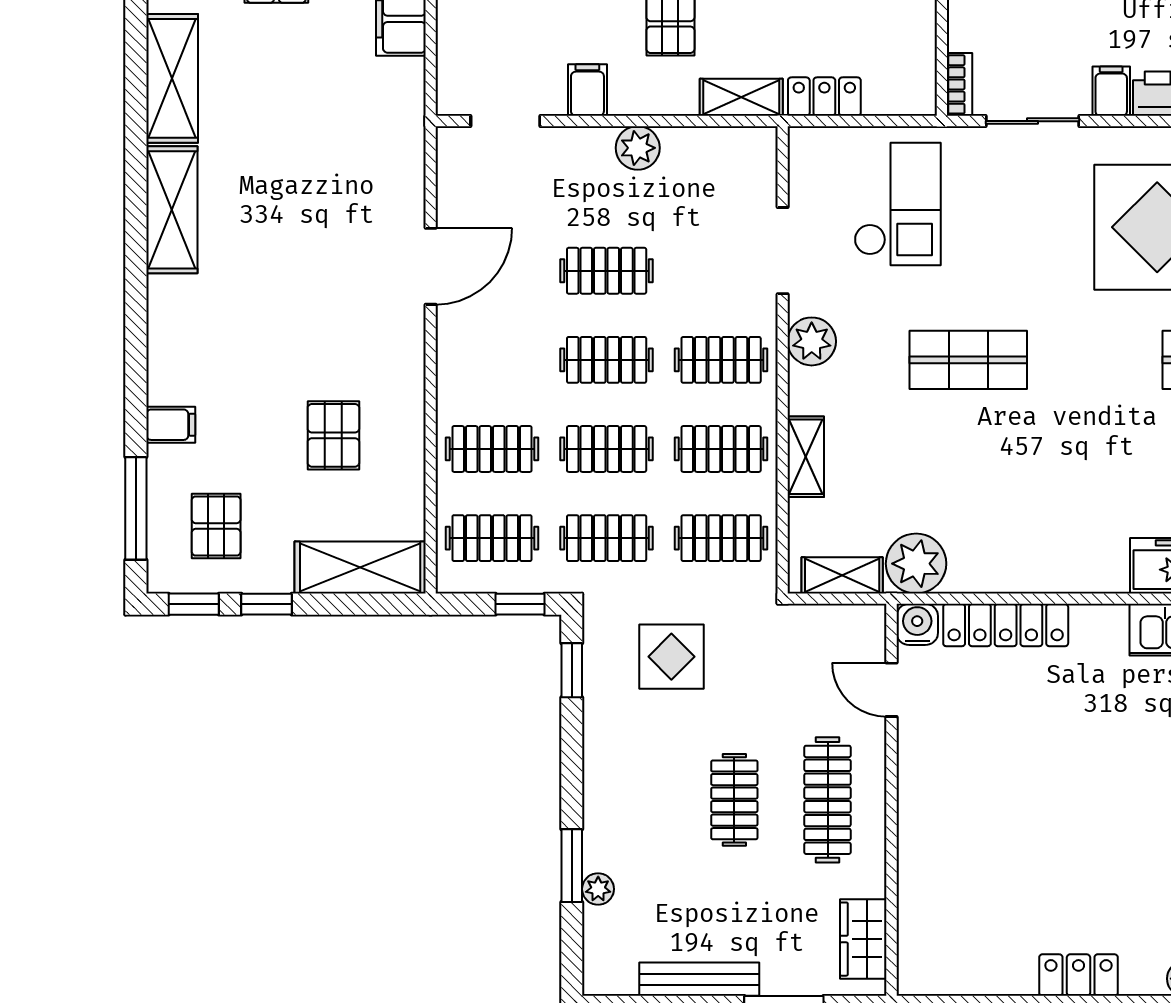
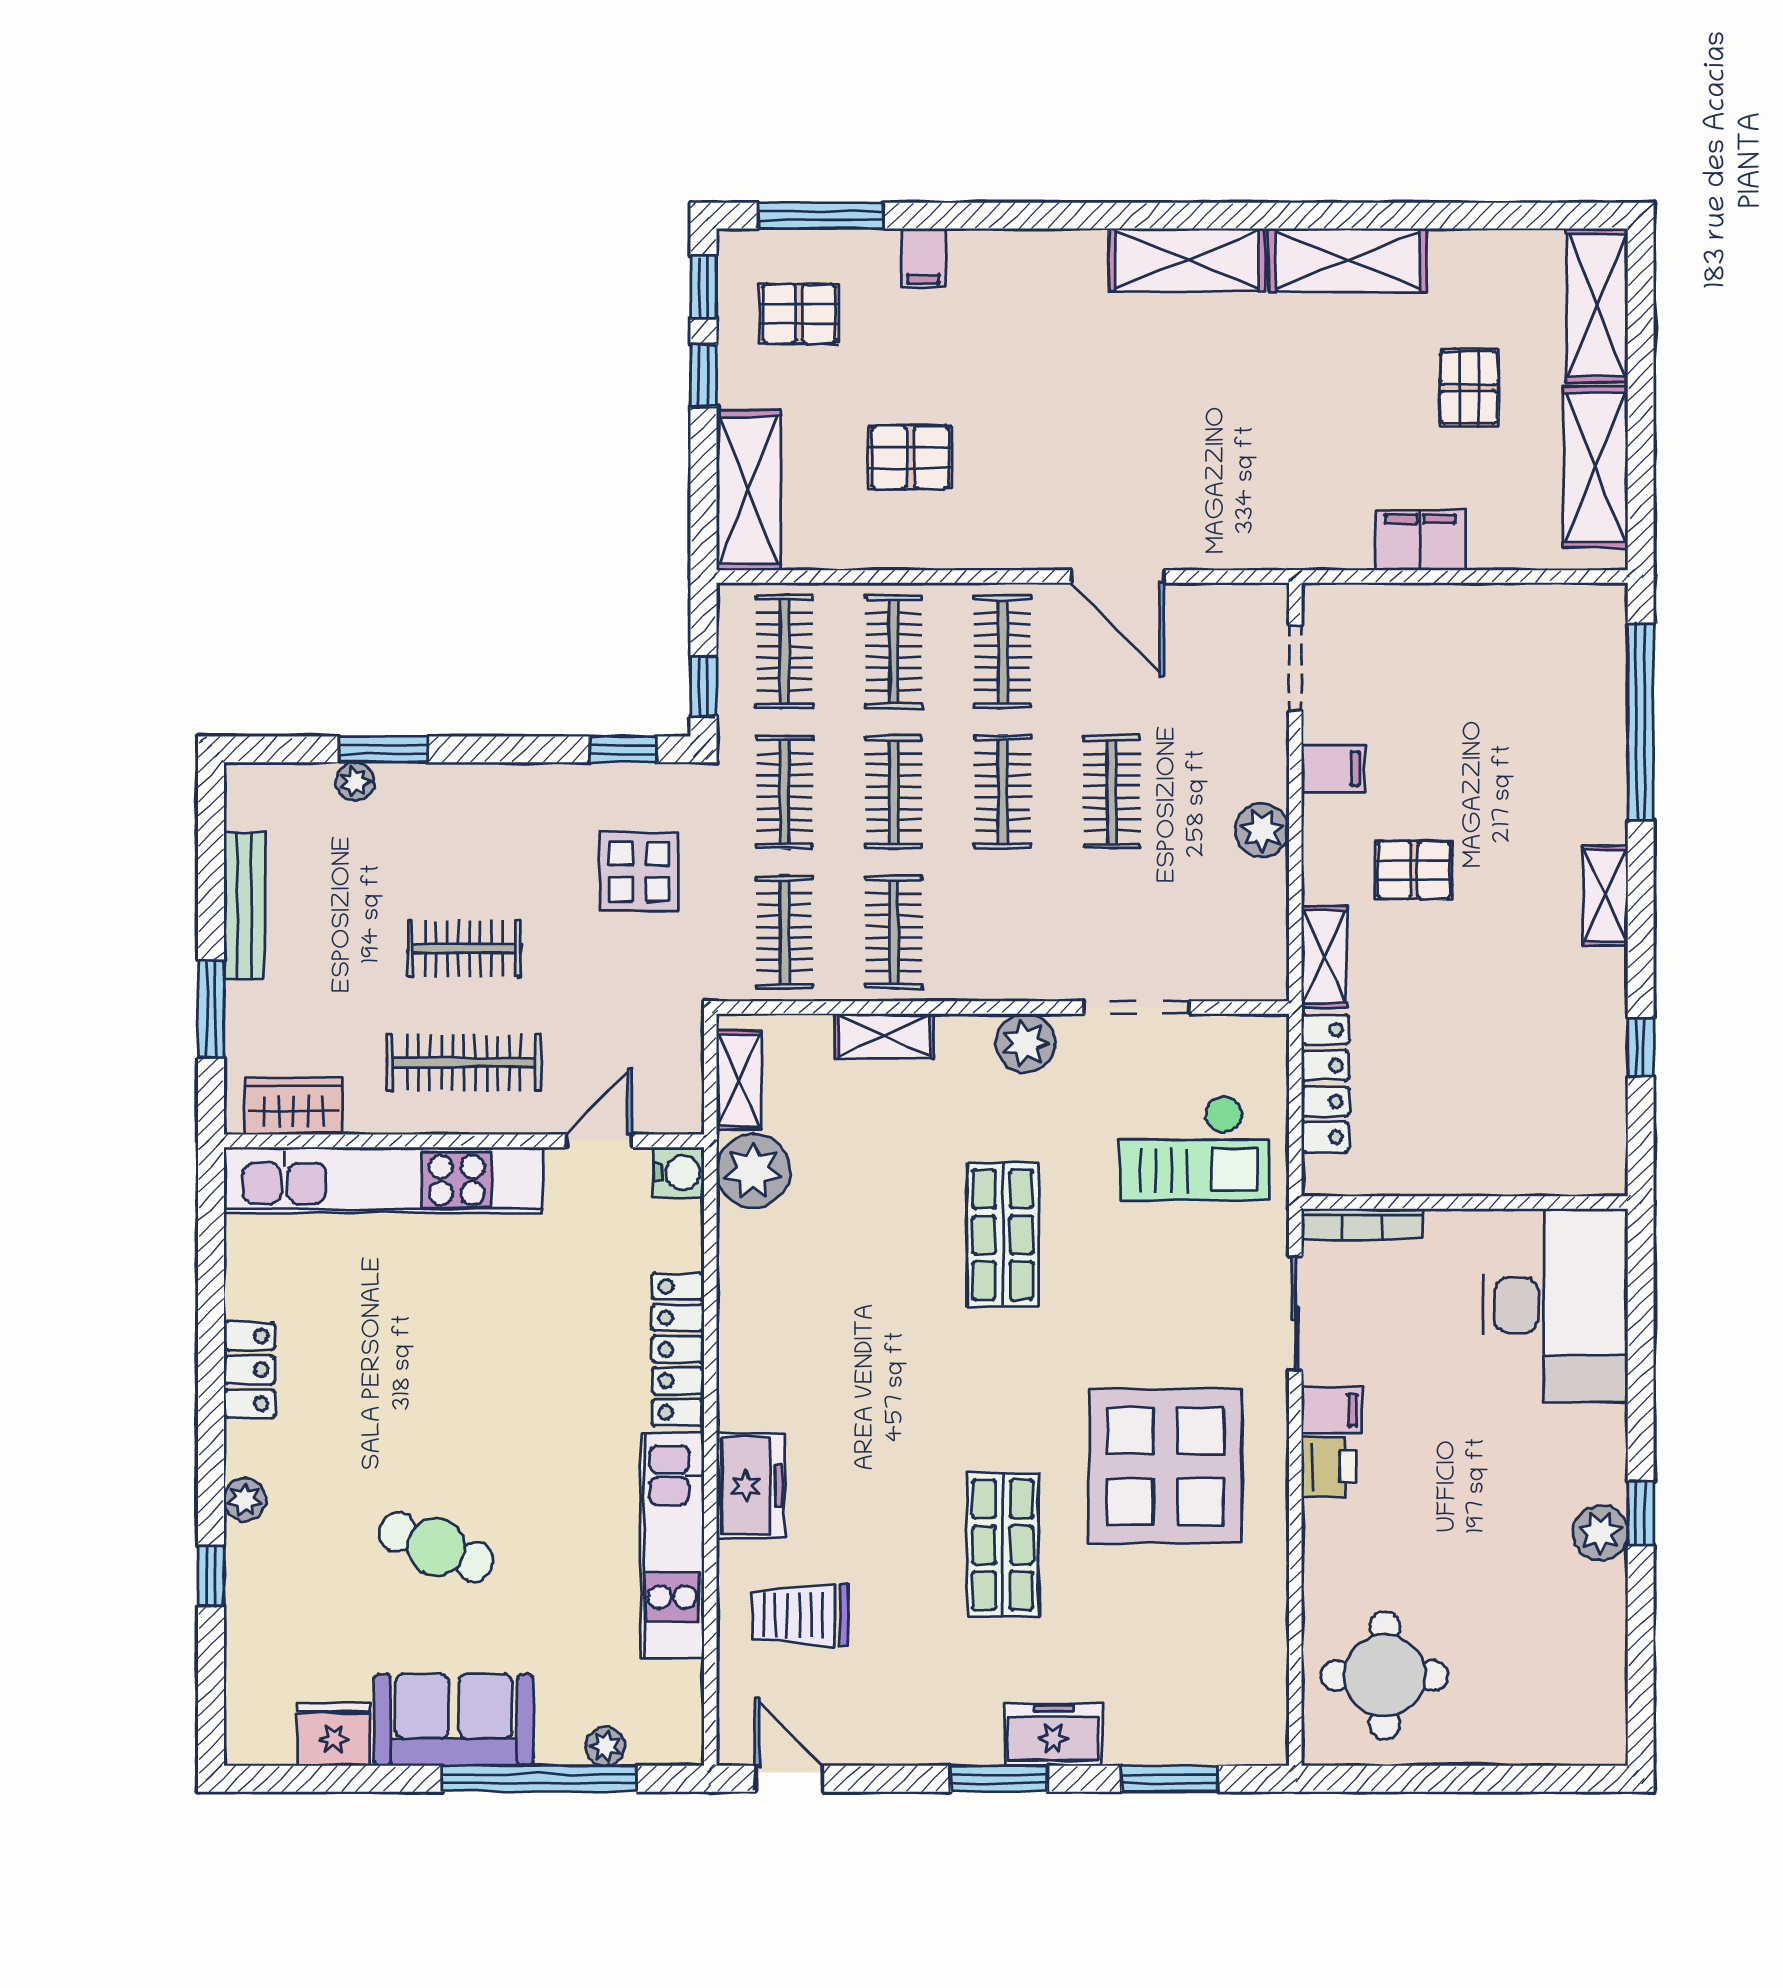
bookcase: (959, 84) -> (1362, 1224), width x1.56
locker: (824, 97) -> (1325, 1083), width x1.53
clothes rail: (721, 360) -> (1003, 652), moved
locker: (1006, 625) -> (678, 1349), moved
kitchen unit: (923, 866) -> (383, 1180), added

